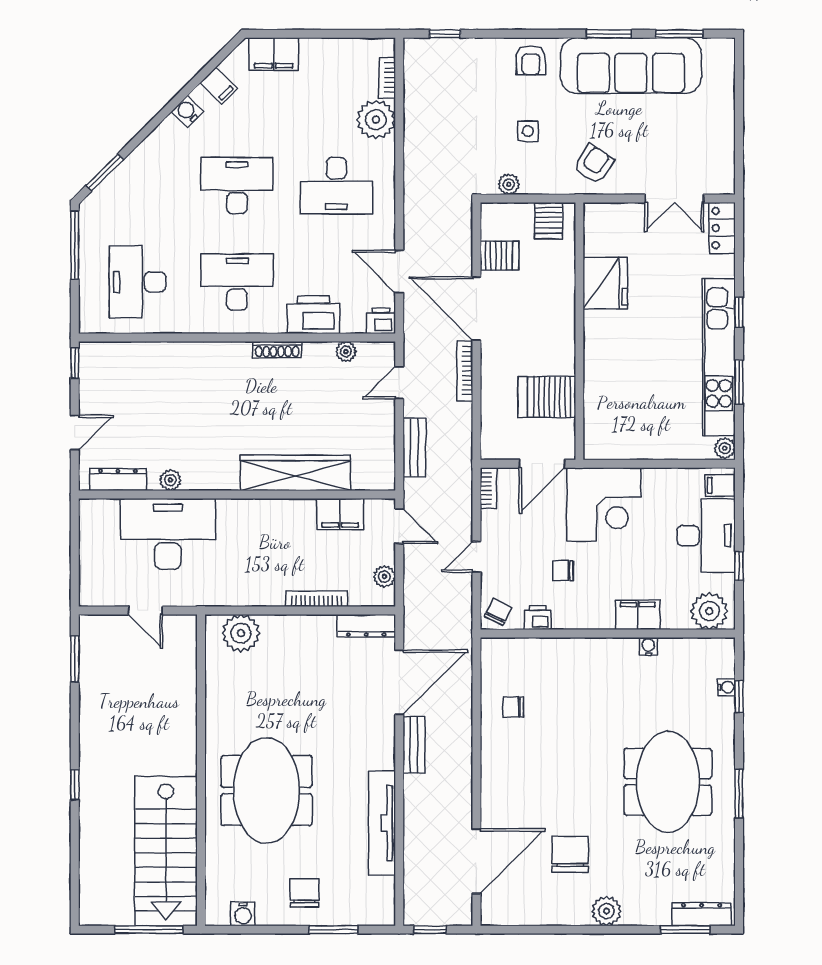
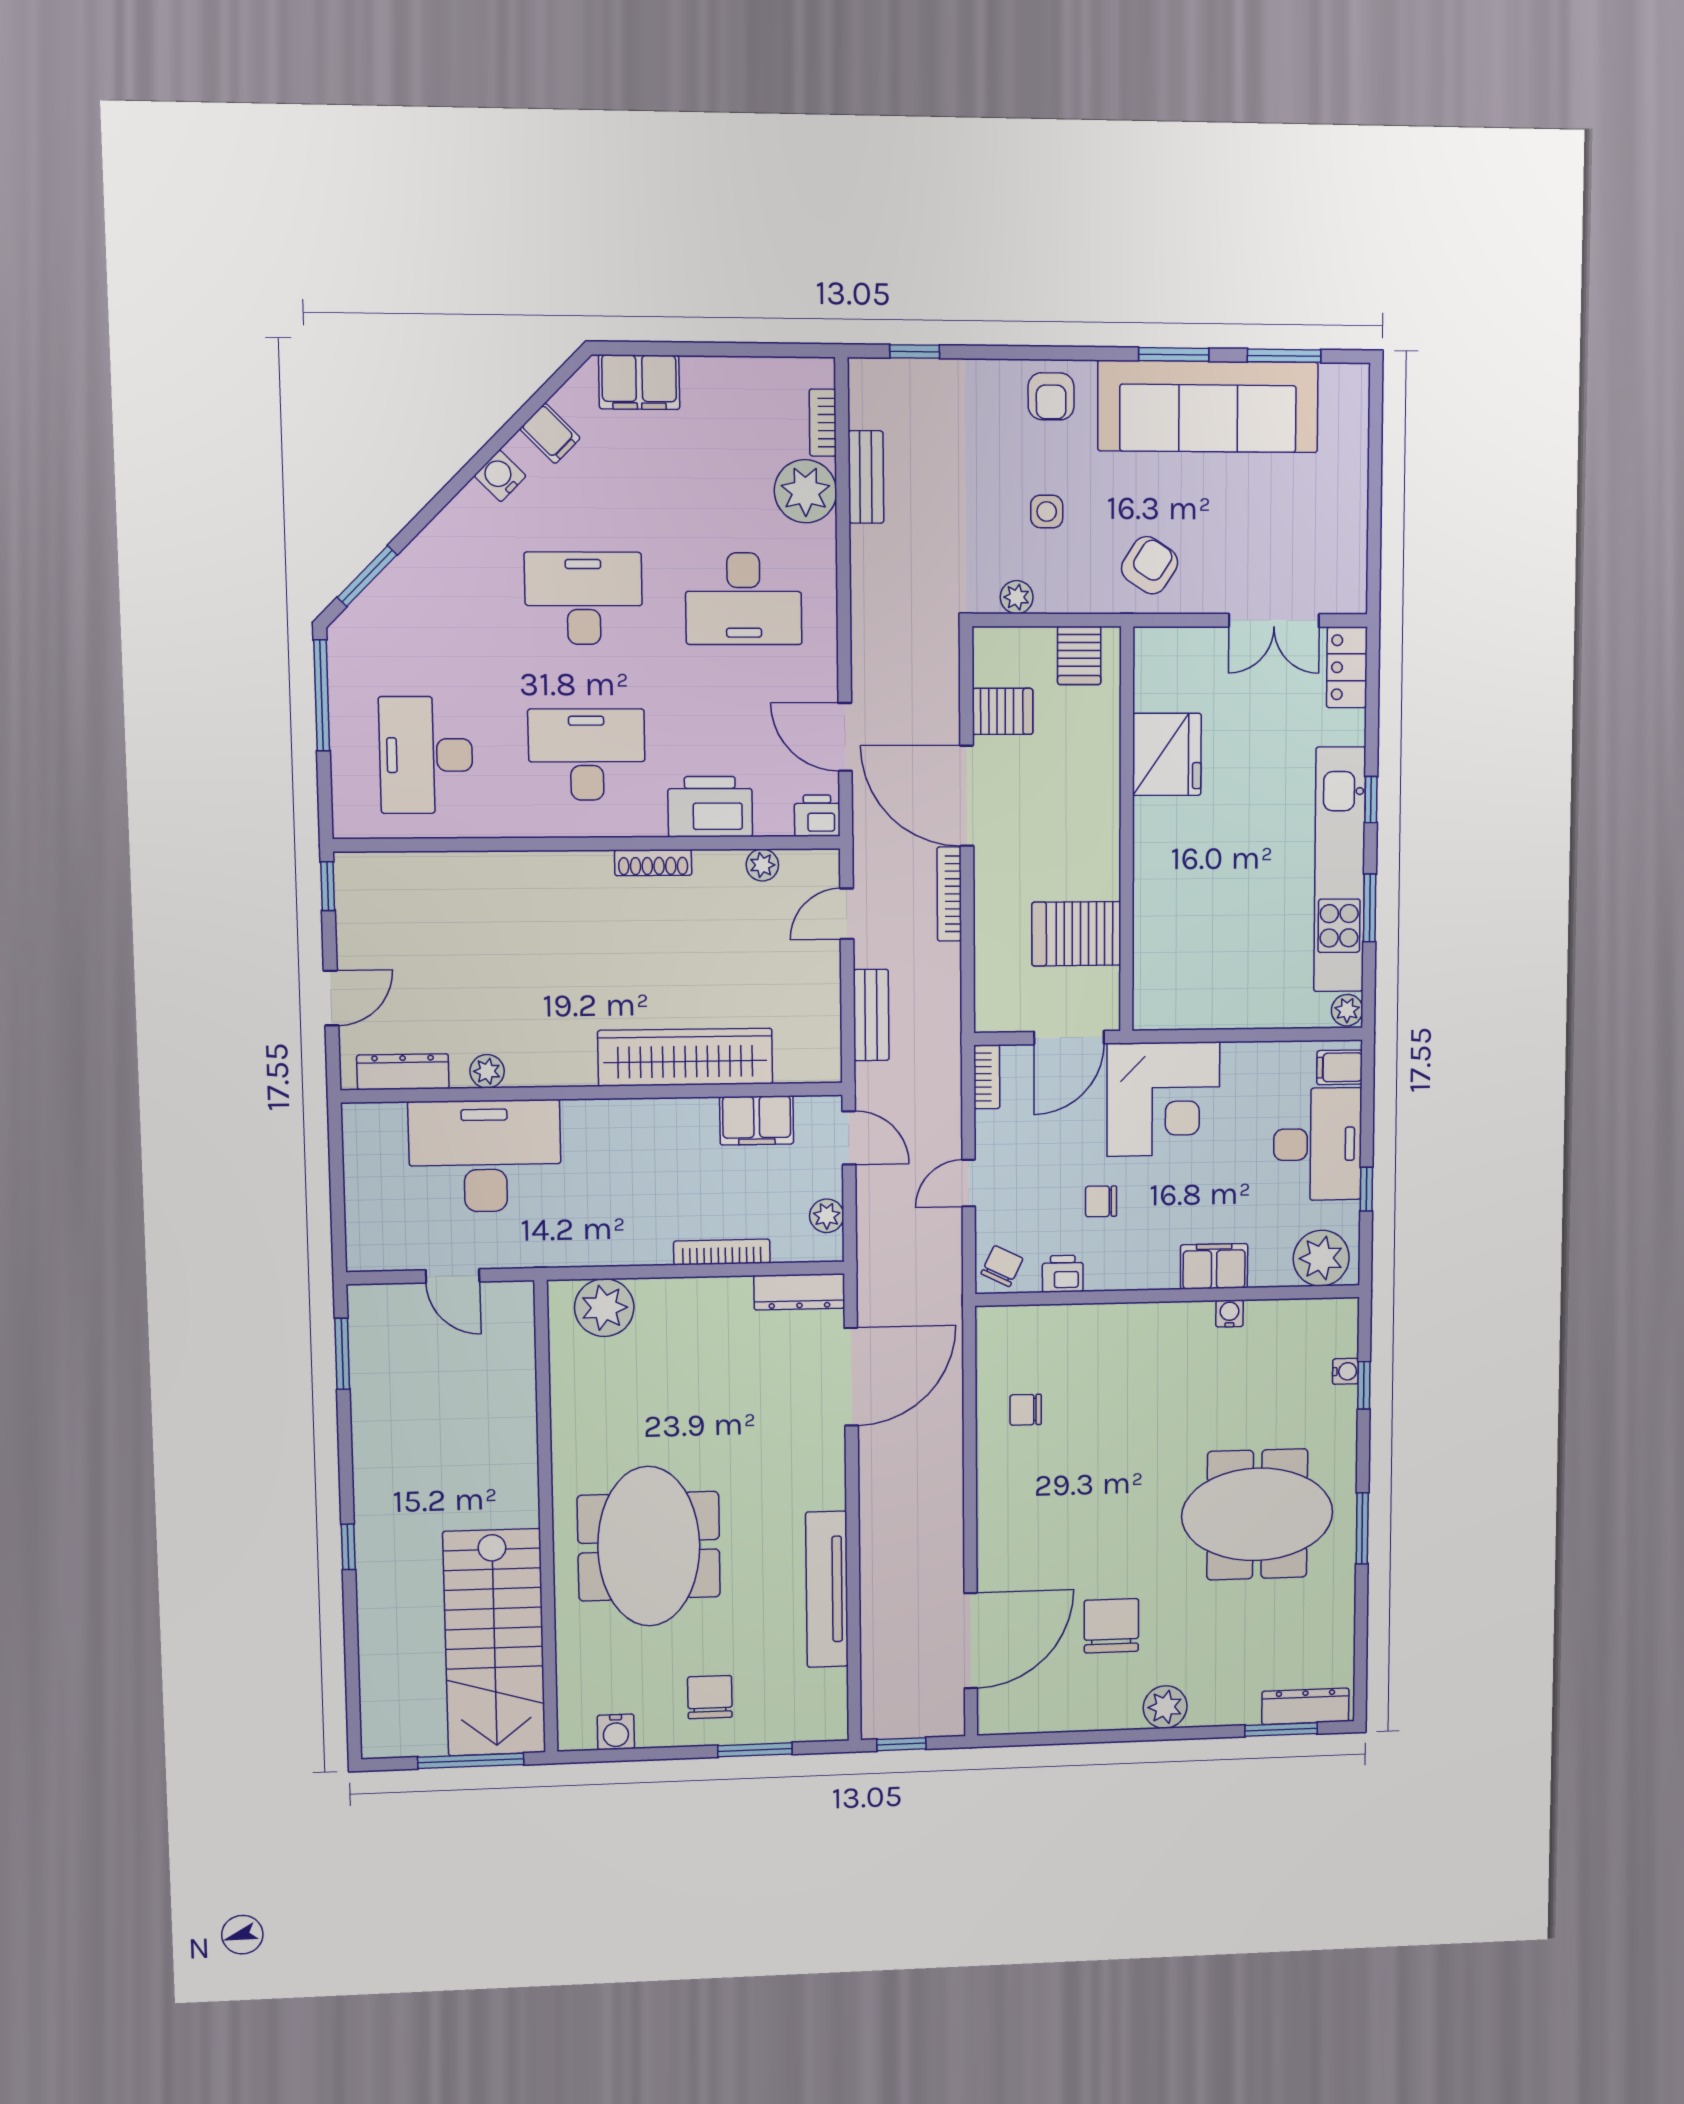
bench: (414, 745) -> (866, 477), moved
meeting table: (668, 782) -> (1257, 1514), turned 90

